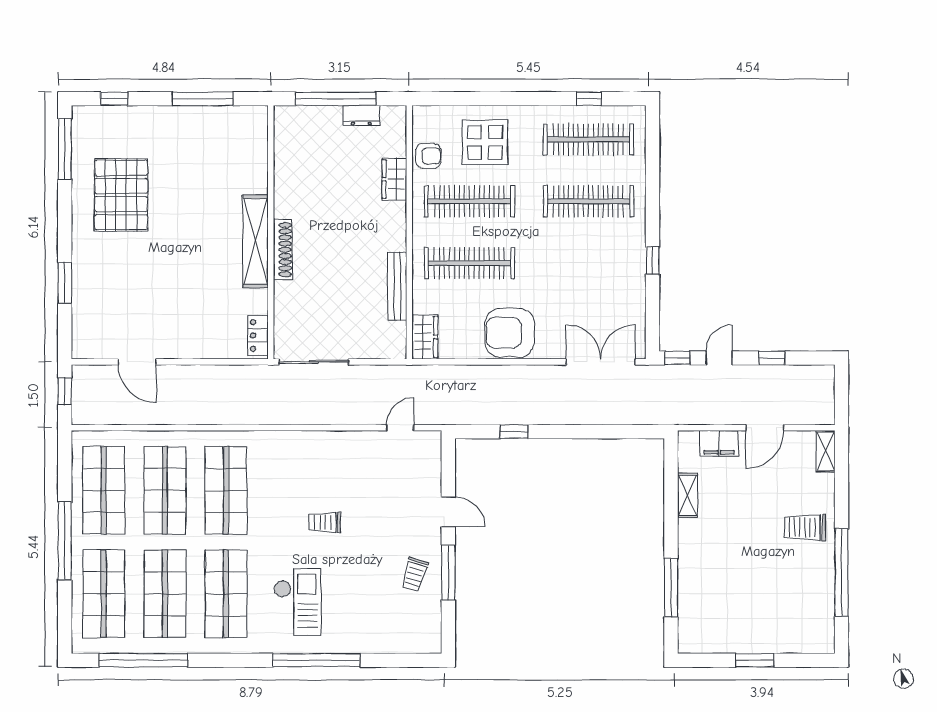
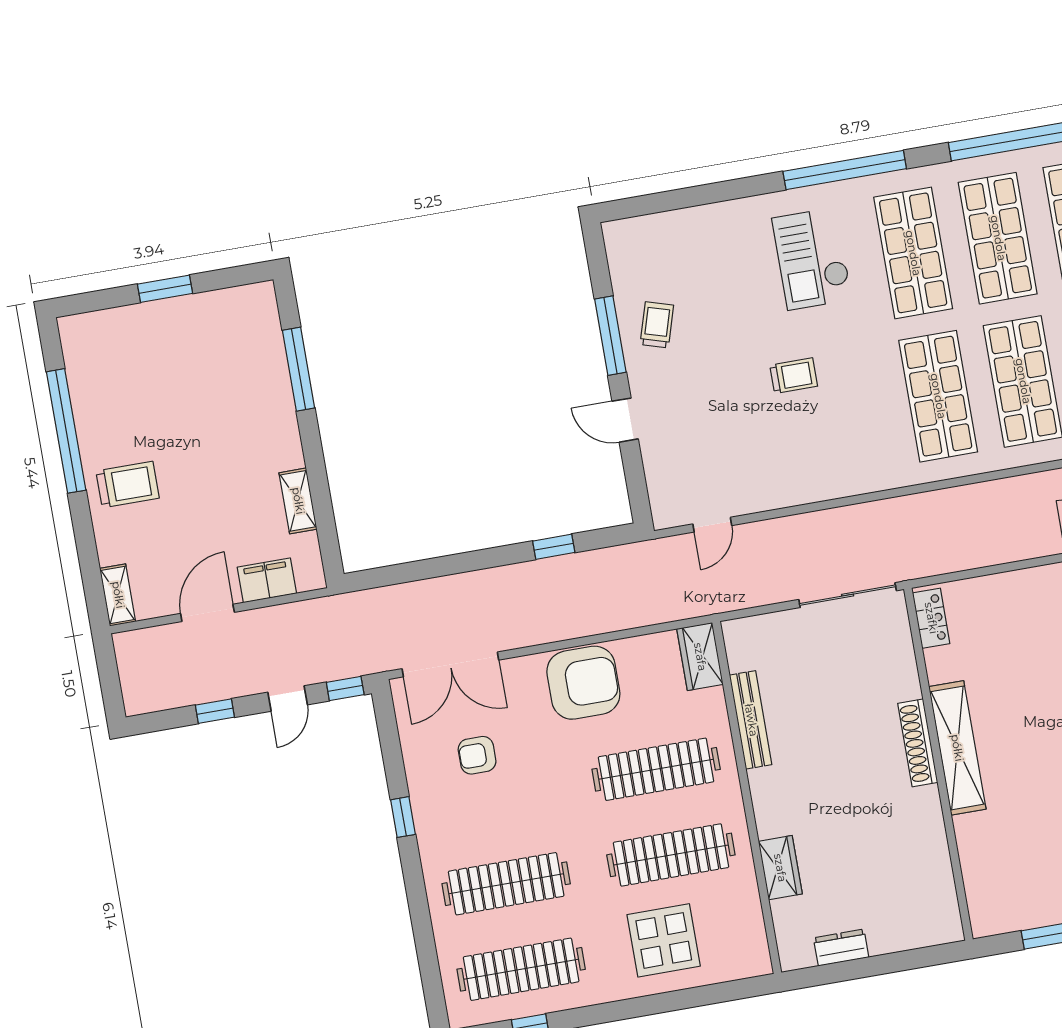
window: (335, 99) -> (881, 965), removed
armchair: (428, 156) -> (477, 755), moved
window: (316, 660) -> (845, 170), moved

